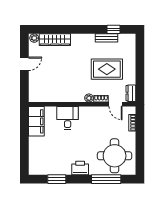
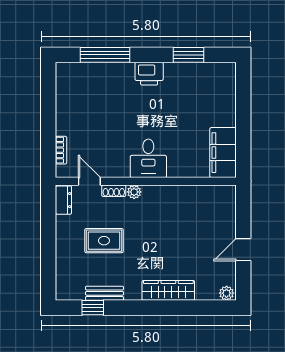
wardrobe: (55, 40) -> (168, 290), moved
rug: (107, 69) -> (104, 241), width x0.73, depth x0.70
desk: (68, 118) -> (148, 158), moved
round table: (115, 156) -> (91, 94), removed

